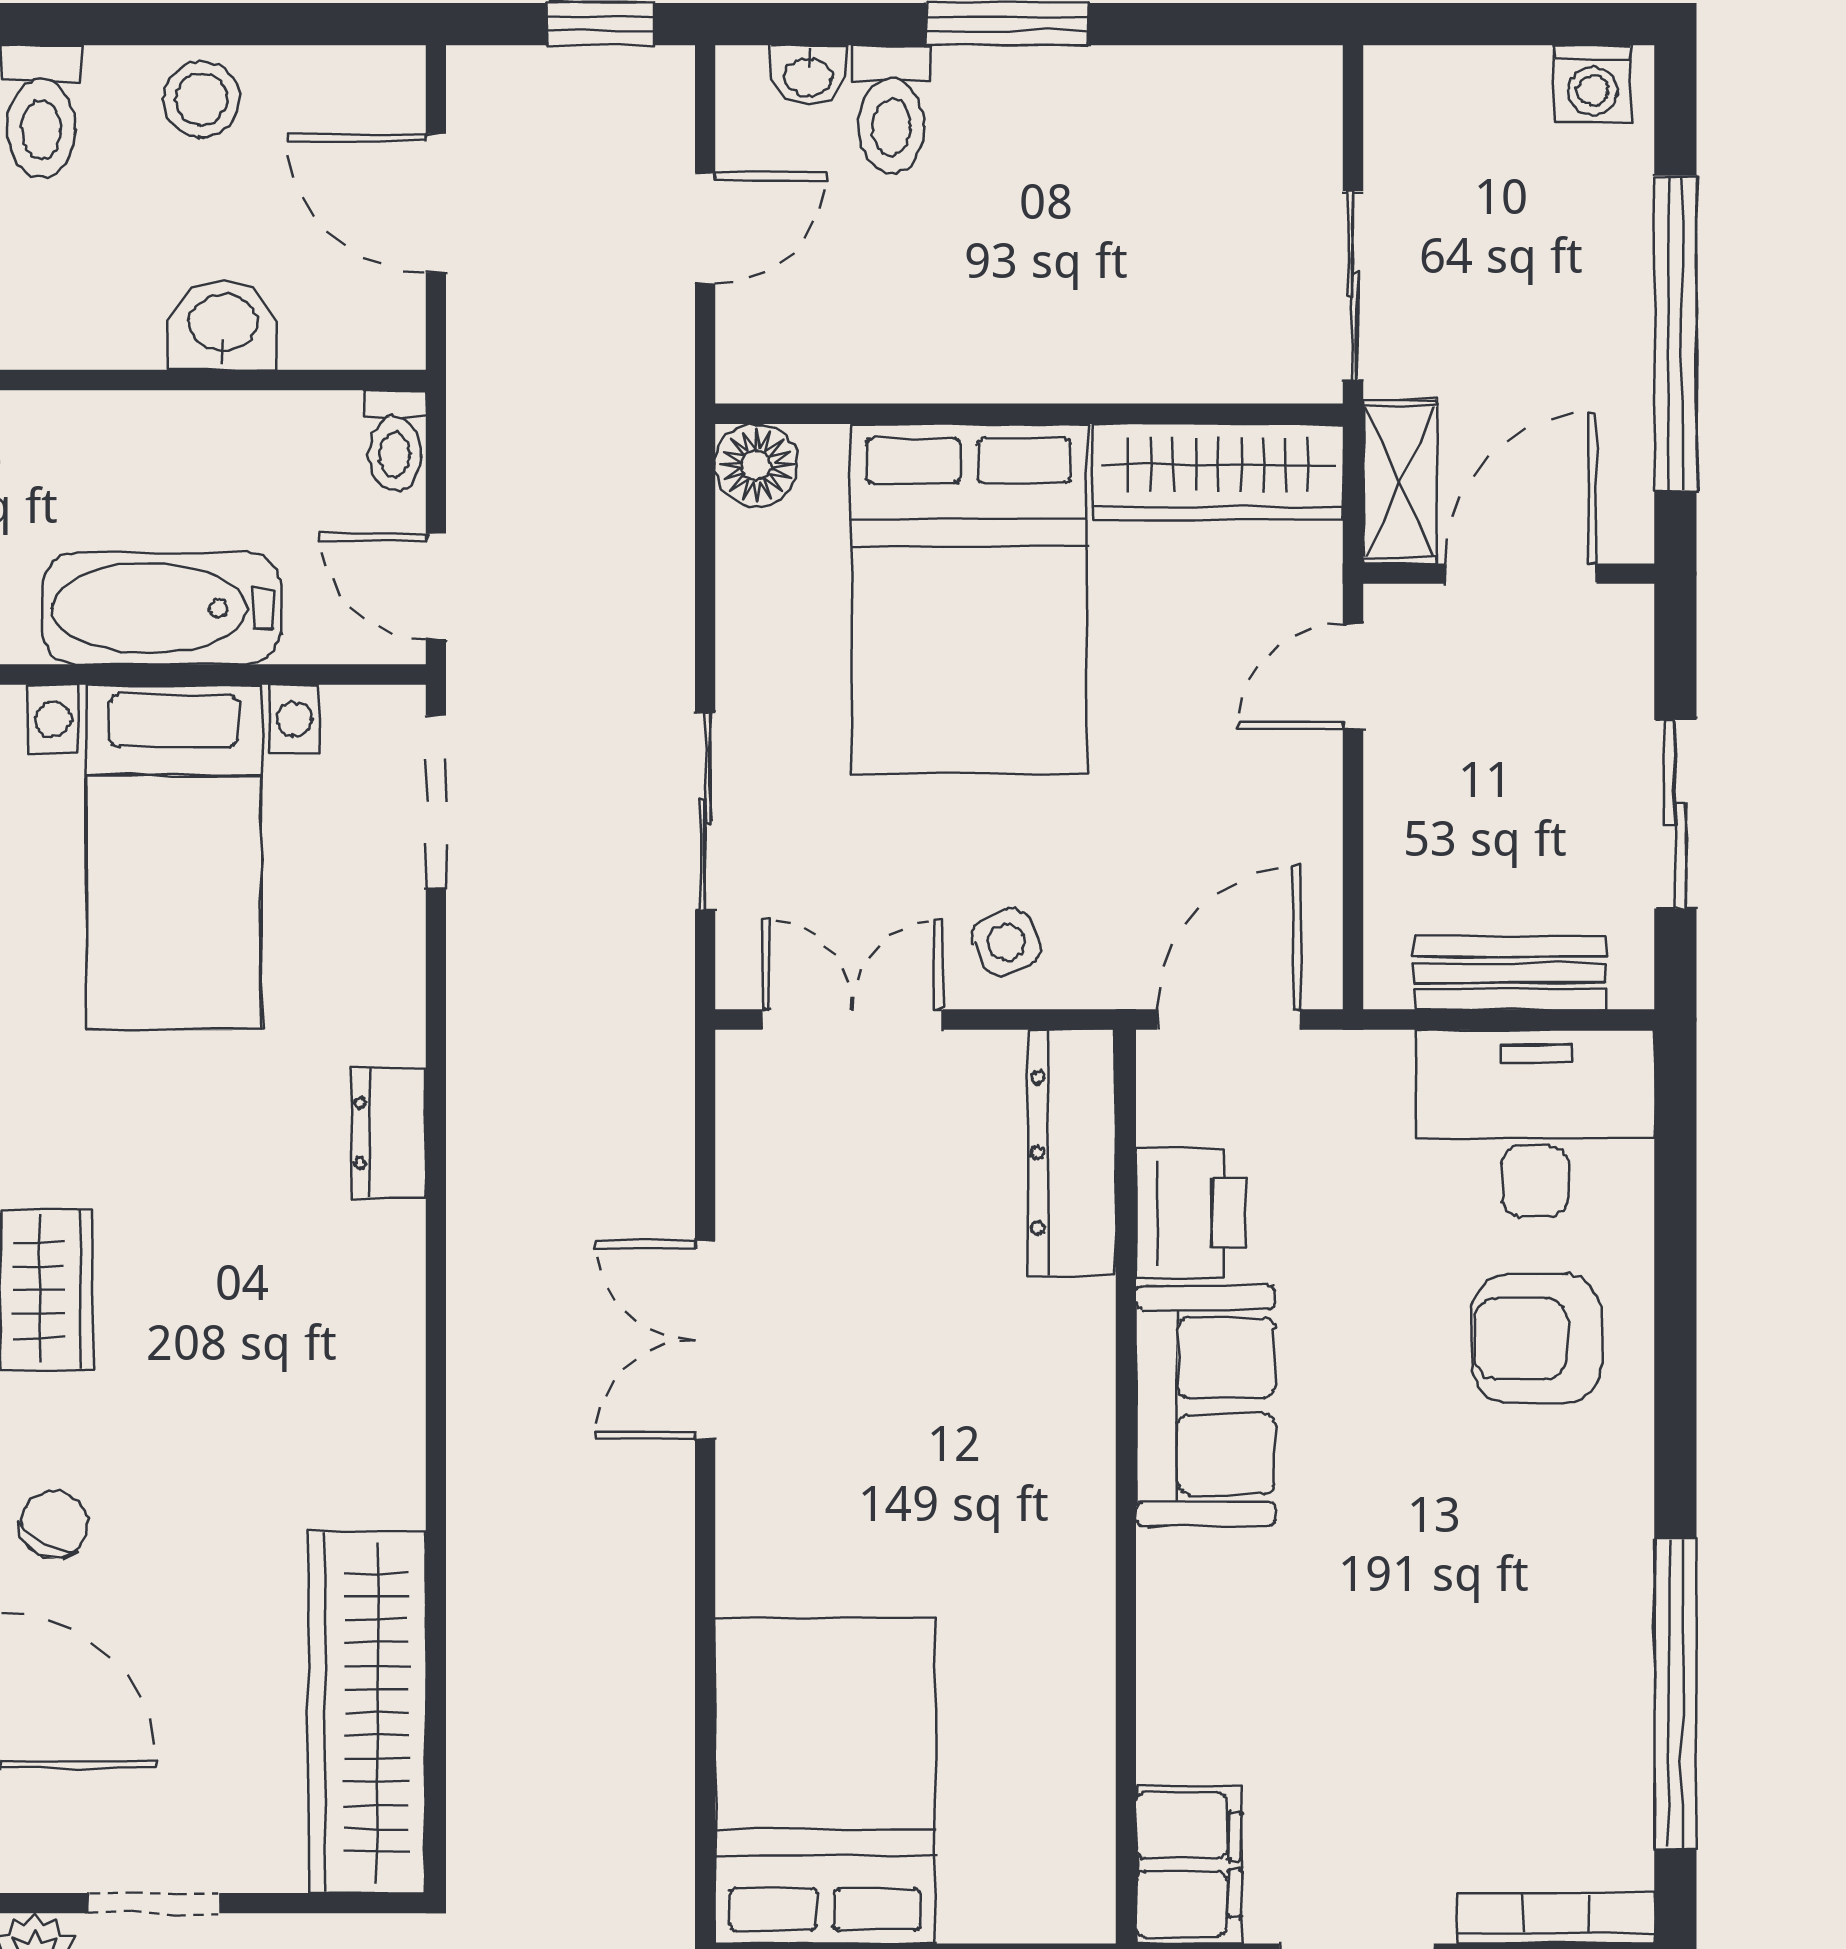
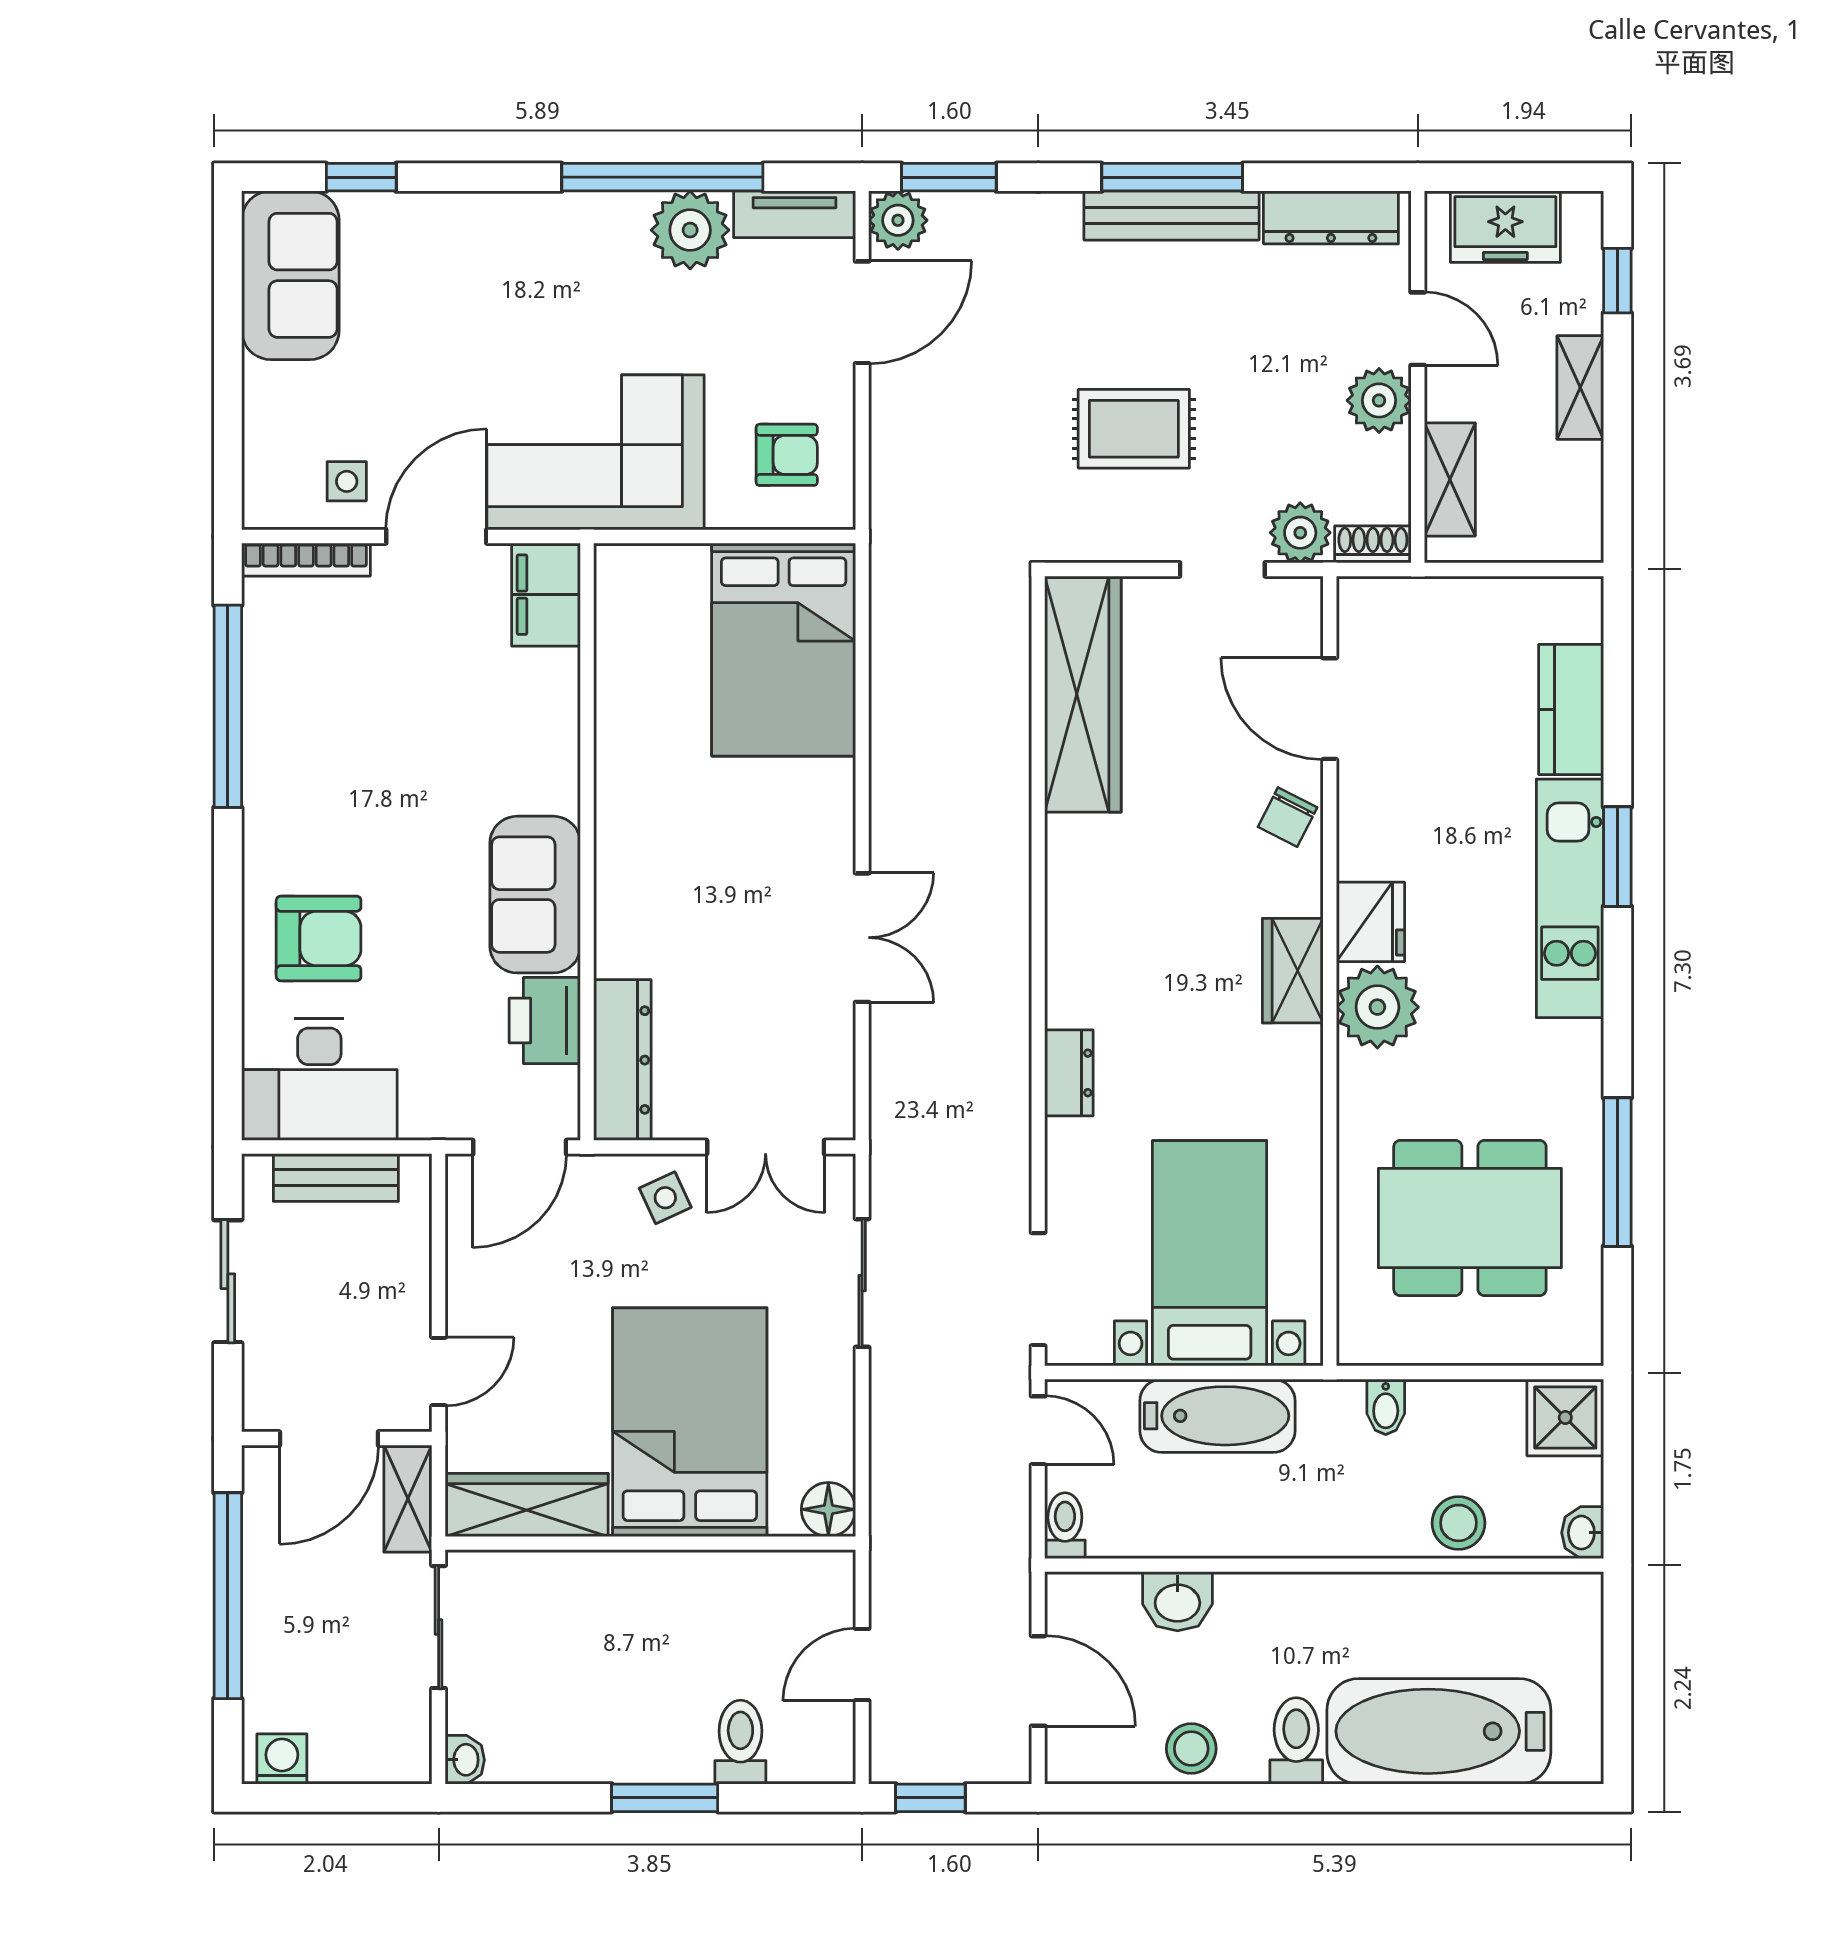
washbasin: (808, 75) -> (465, 1760), moved, turned 90

